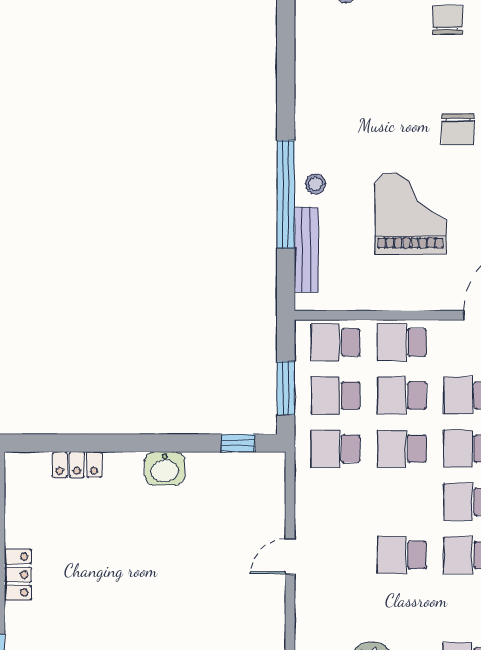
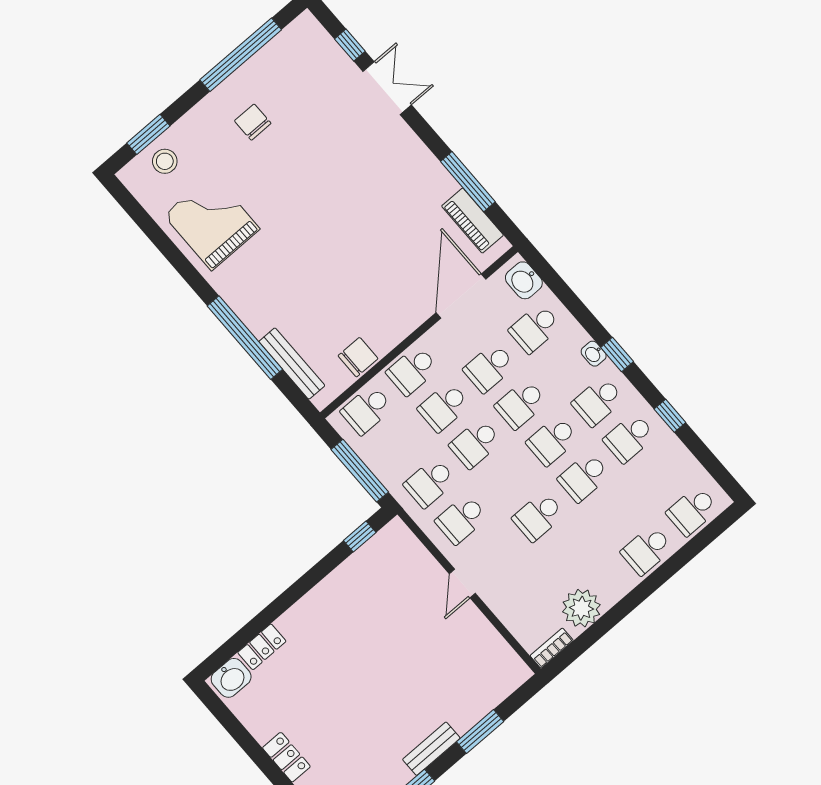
chair: (458, 129) -> (358, 357), moved, turned -90
stool: (315, 184) -> (259, 313), removed
grand piano: (411, 213) -> (212, 222), moved
window: (286, 388) -> (360, 471), width x1.44
school desk: (335, 396) -> (461, 519), moved
washbasin: (165, 468) -> (231, 678), moved

